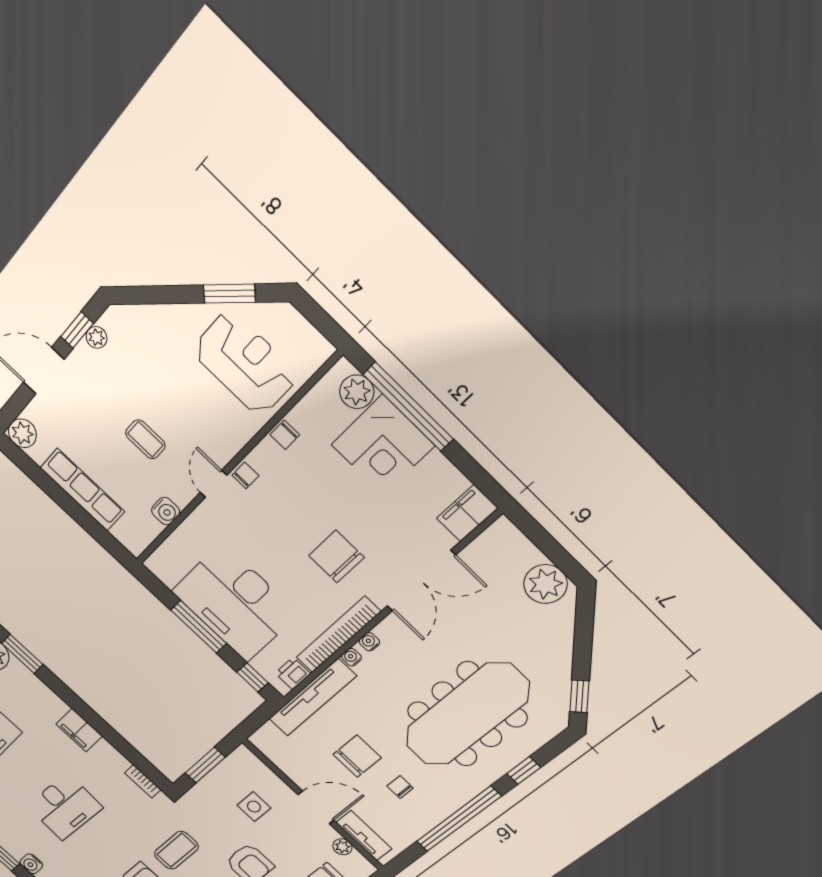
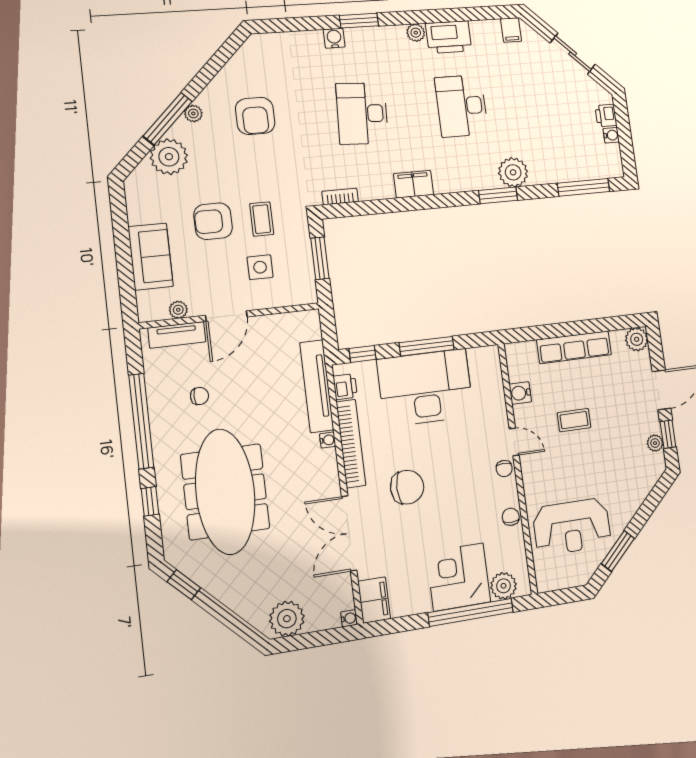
water cooler: (369, 642) -> (349, 618), moved
chair: (357, 756) -> (247, 383), removed
coffee table: (176, 850) -> (262, 219), moved, width x0.73, depth x0.77

